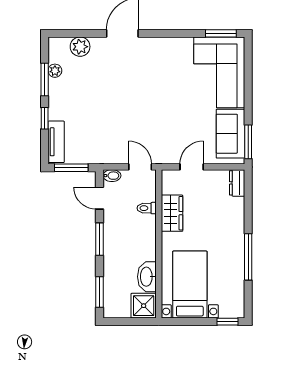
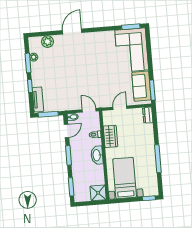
door: (99, 198) -> (67, 131), swing flipped
washbasin: (147, 277) -> (97, 155), moved

